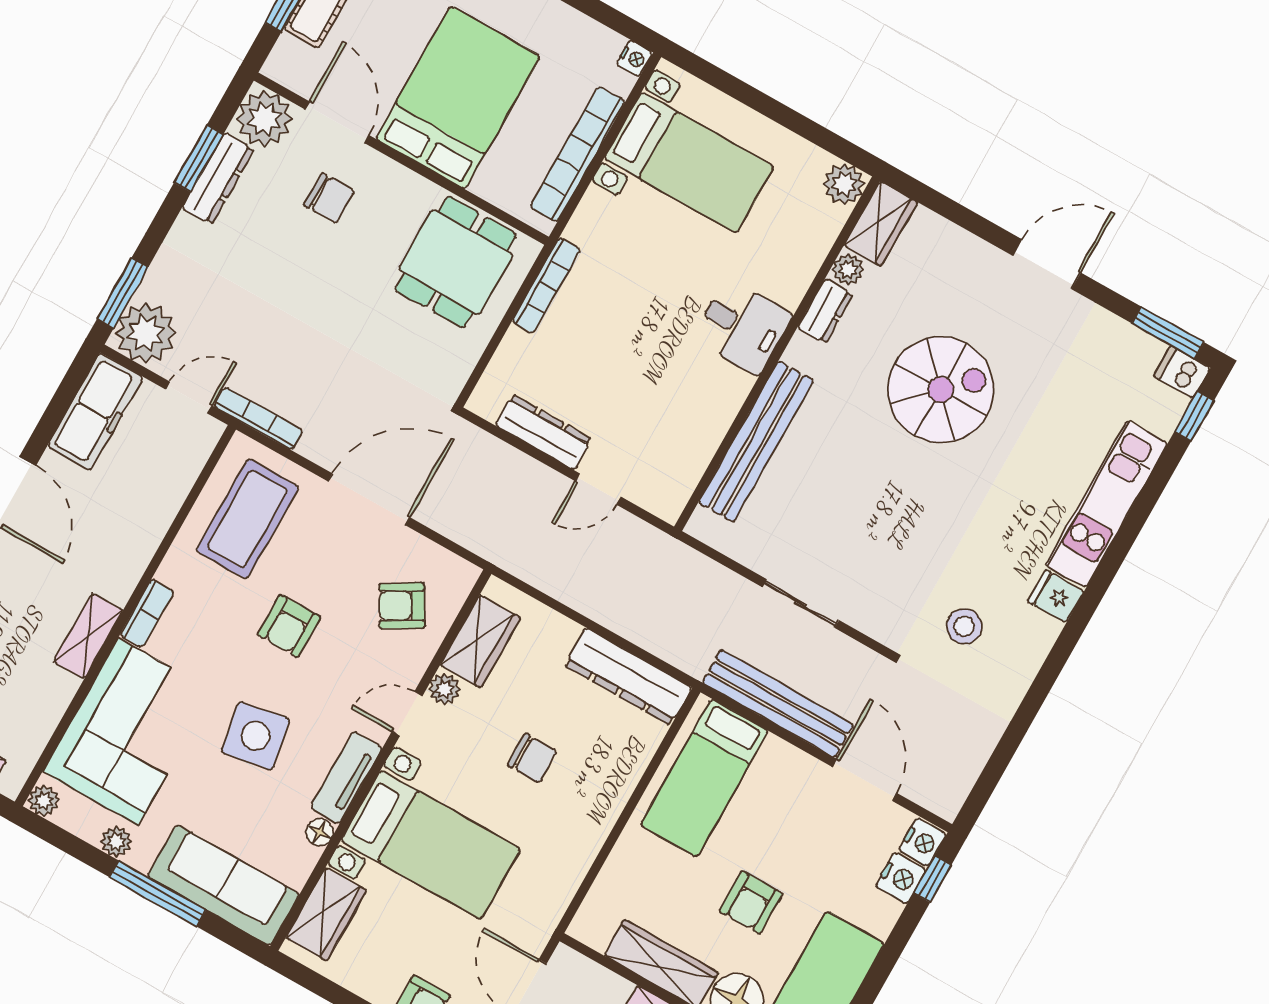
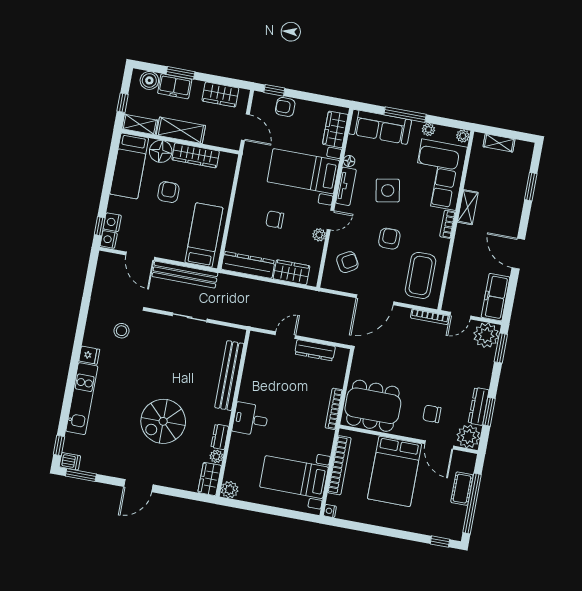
dining table: (456, 262) -> (373, 406), width x1.38
wardrobe: (480, 641) -> (291, 272), moved, turned 90

